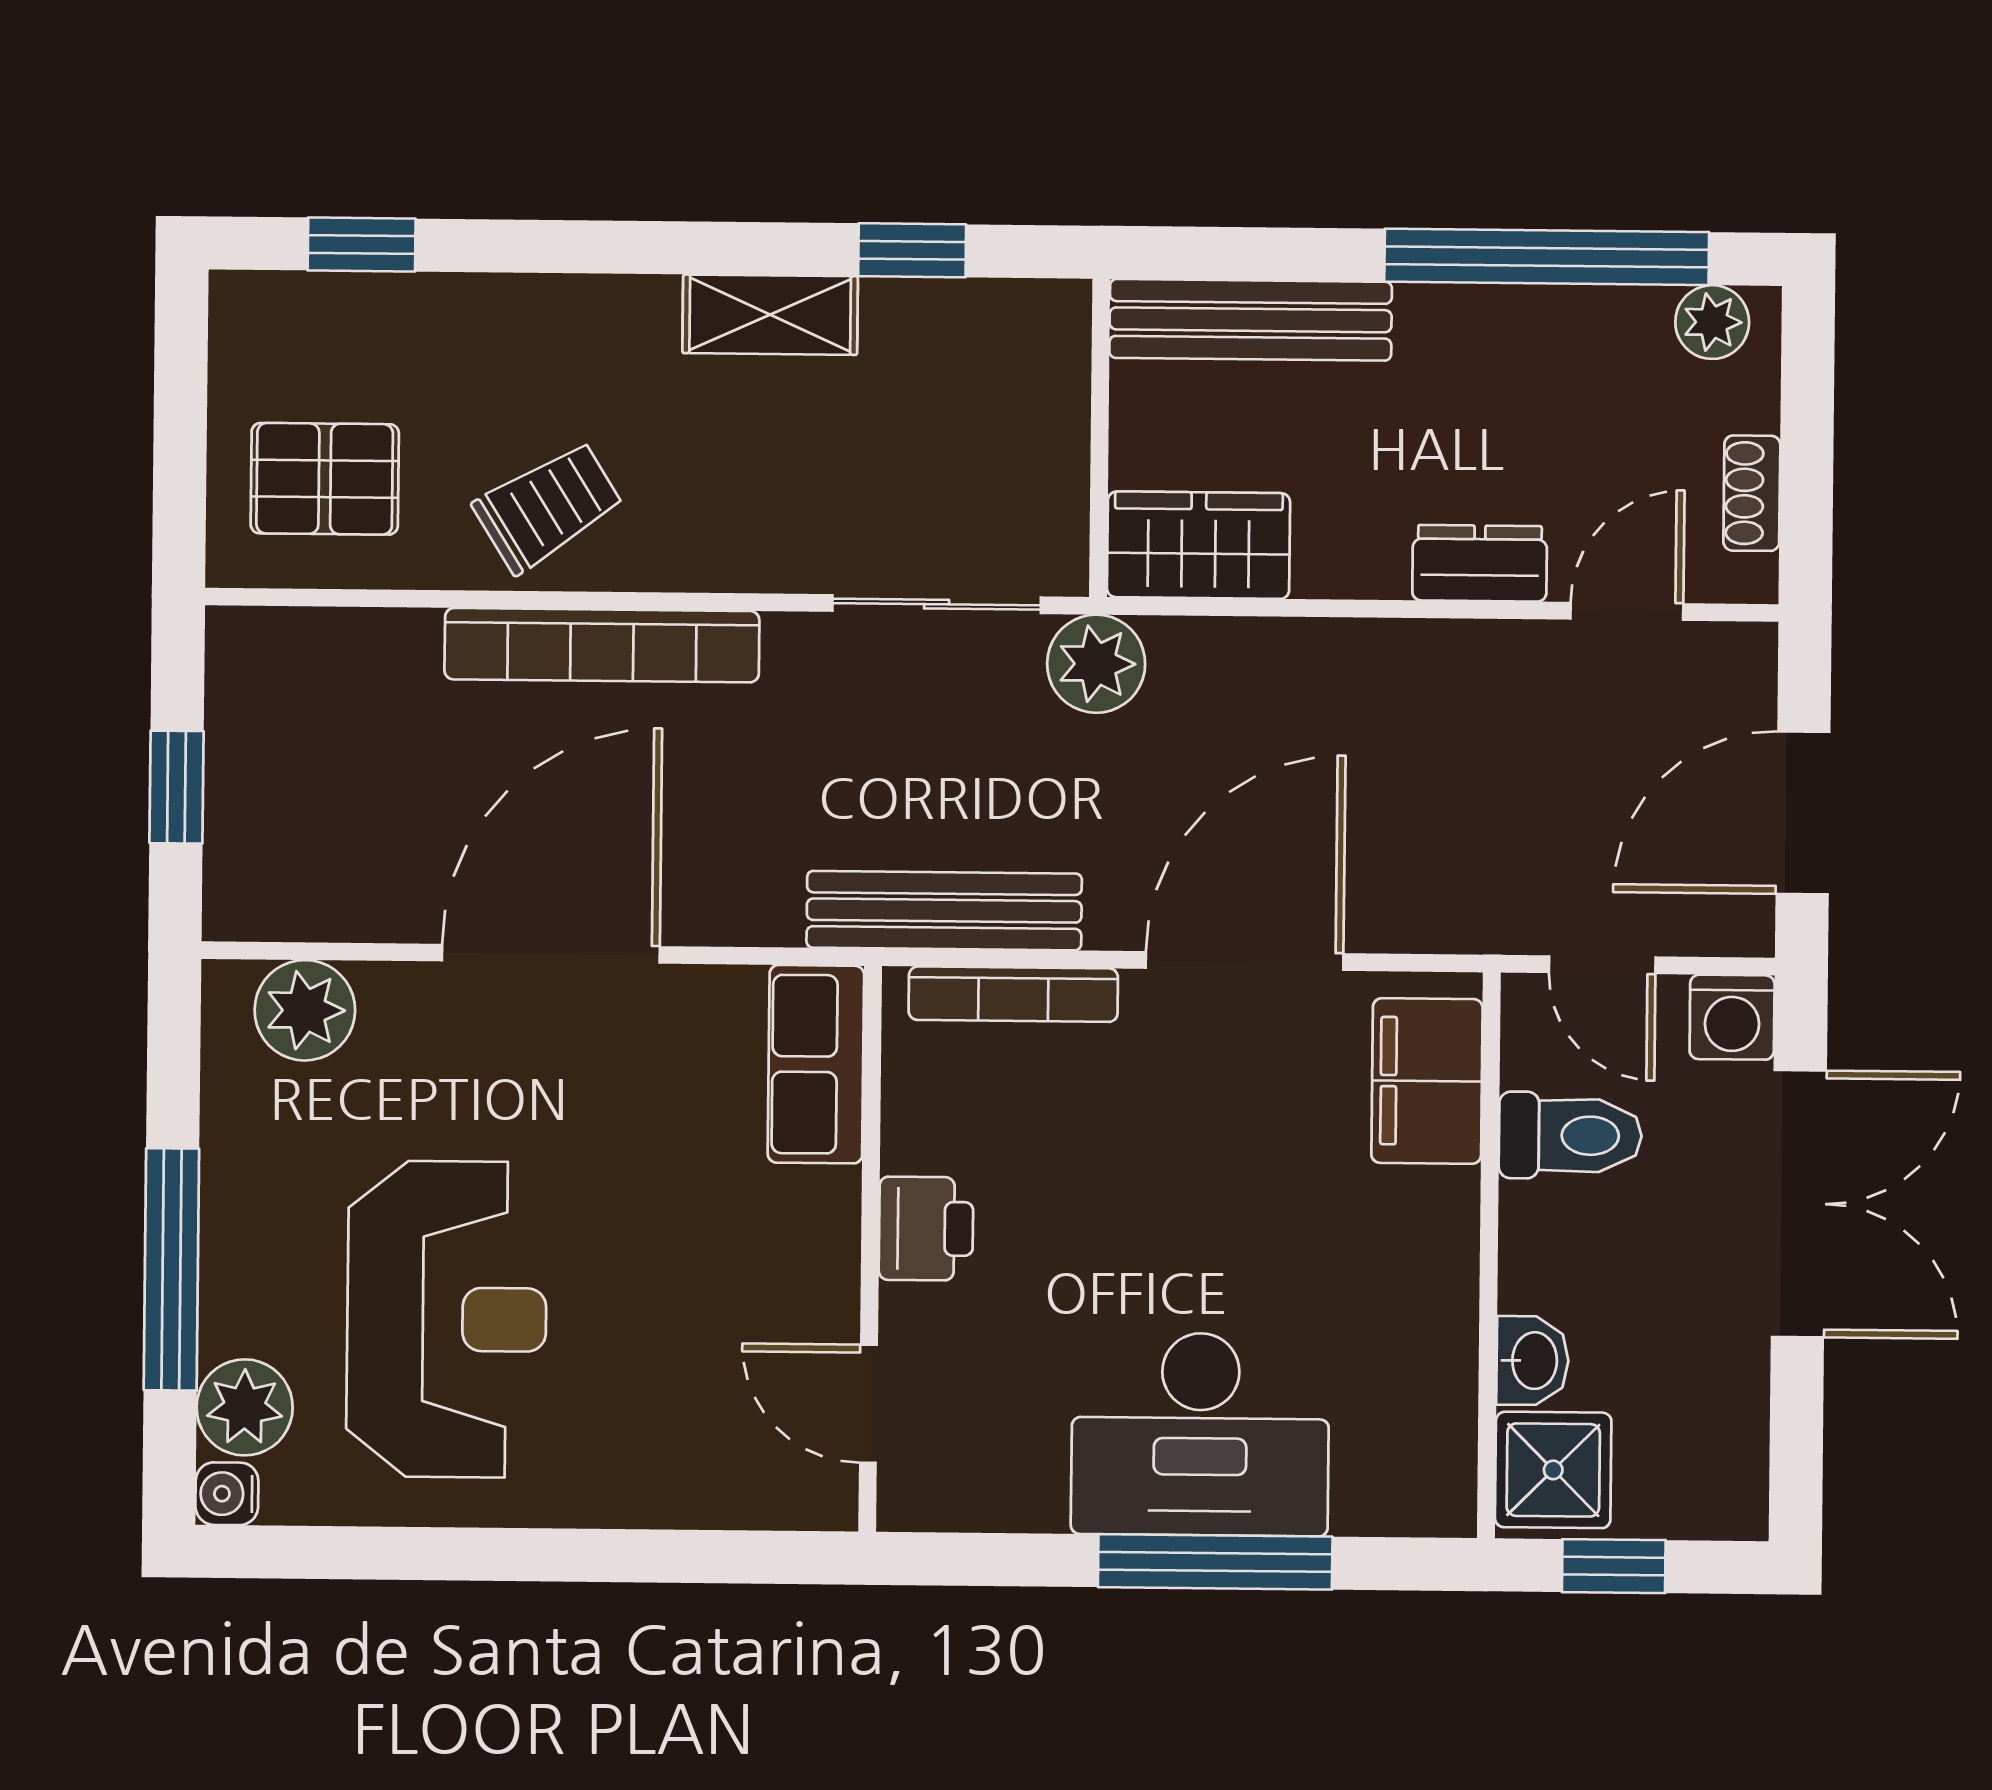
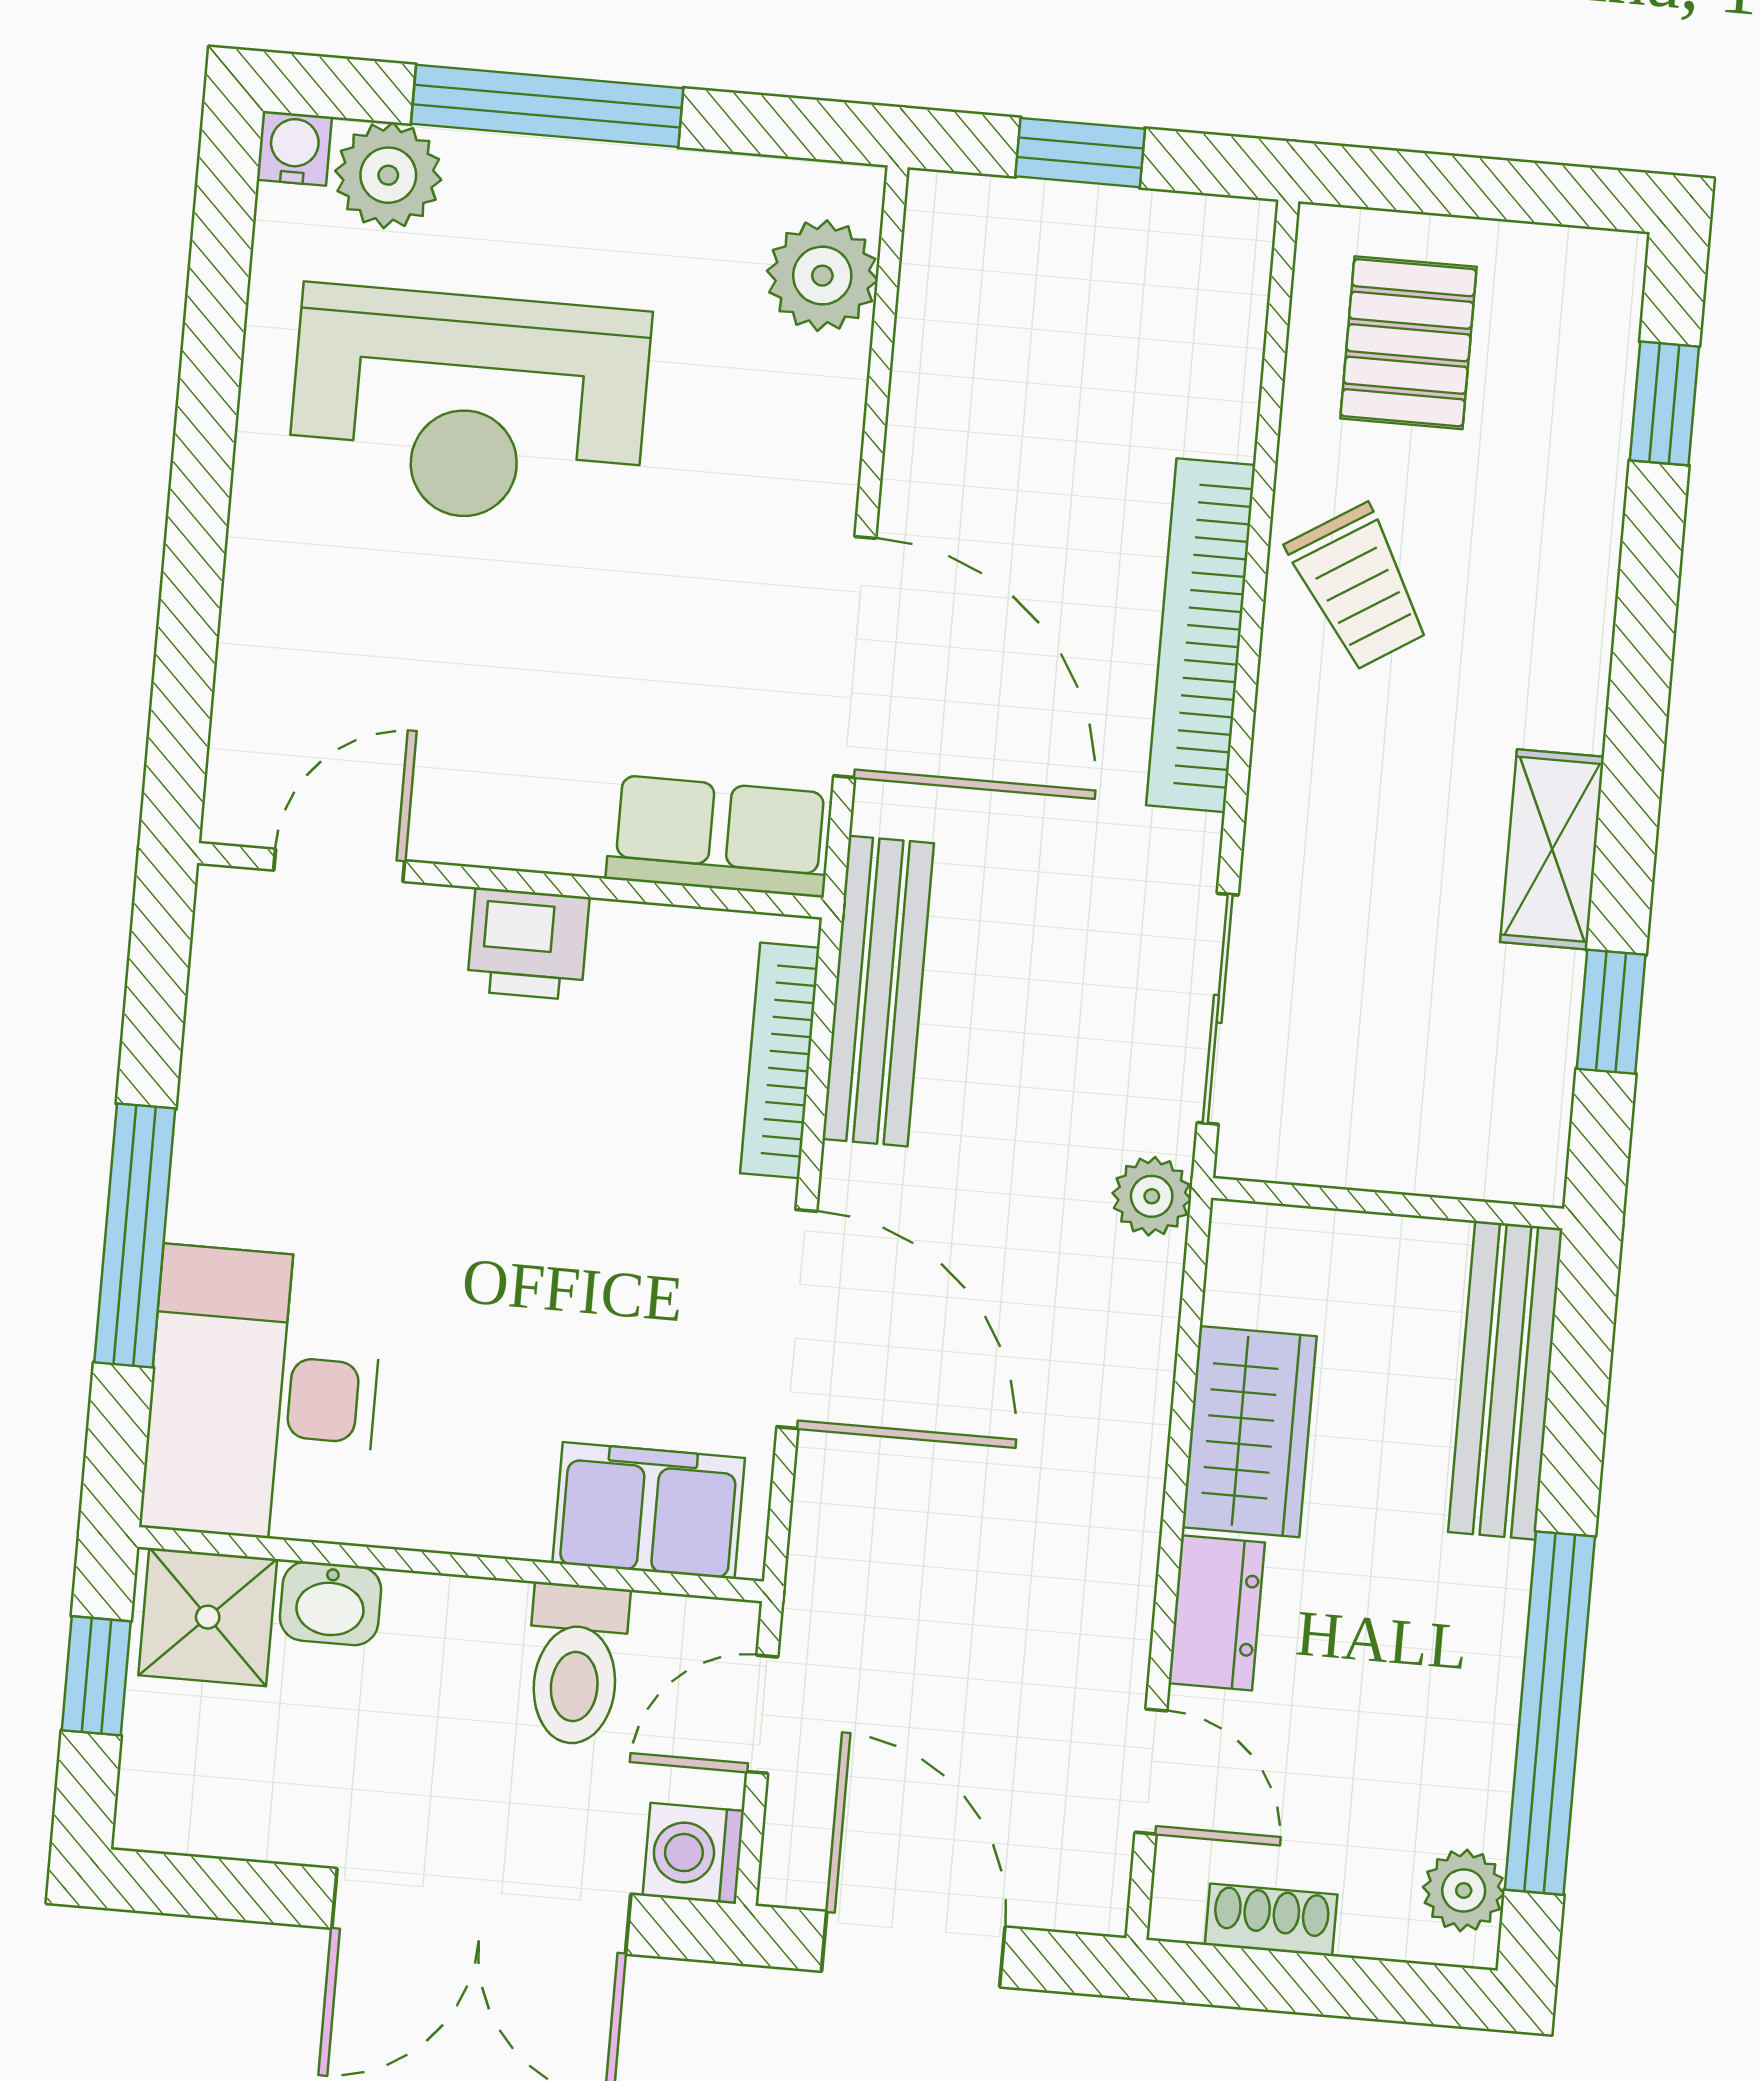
wardrobe: (1198, 545) -> (1249, 1432), moved
plant: (1096, 664) -> (1152, 1196), width x0.73, depth x0.73
door: (551, 954) -> (855, 657), moved
desk: (1200, 1434) -> (263, 1395), moved

